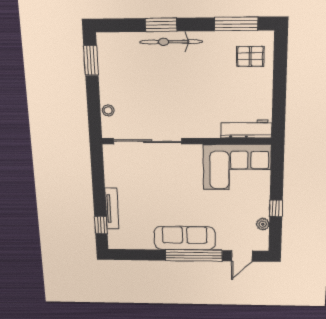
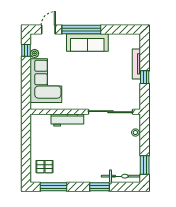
bicycle: (171, 42) -> (121, 176), moved
workbench: (246, 129) -> (67, 120), moved
corner sofa: (237, 167) -> (46, 81), moved, turned 90
window: (276, 208) -> (26, 50), moved
window: (101, 225) -> (145, 77), moved

